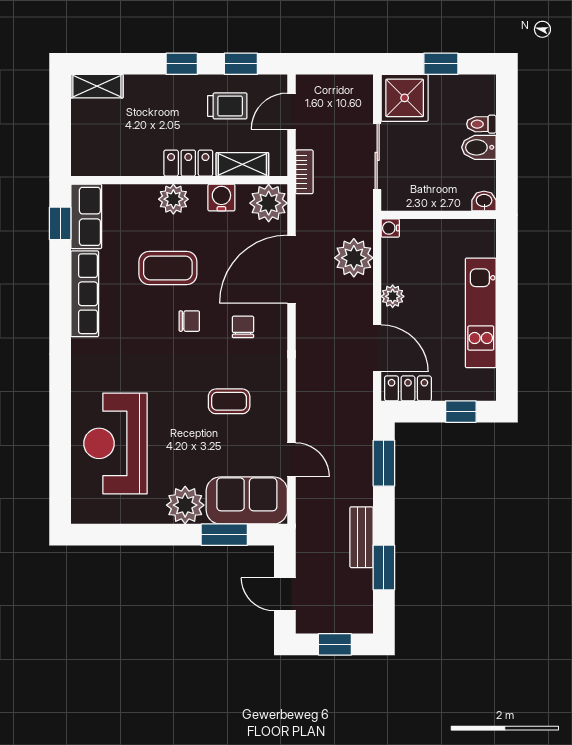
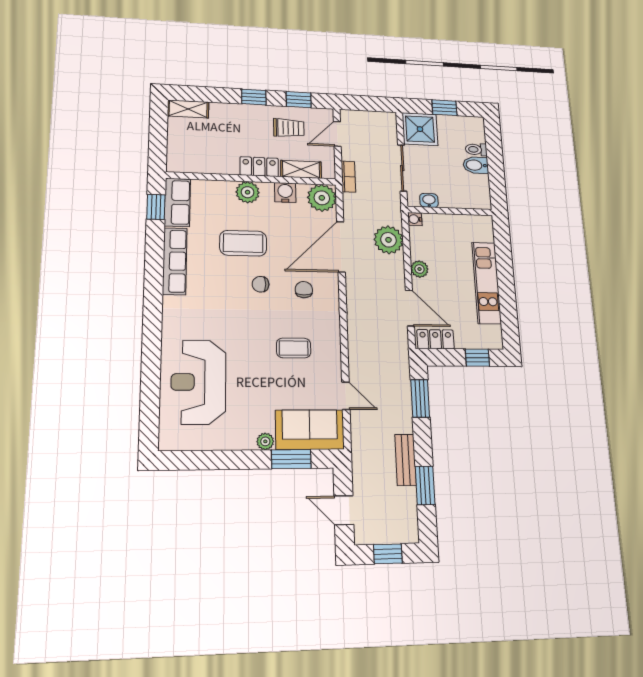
washbasin: (484, 201) -> (429, 200), moved
chair: (189, 321) -> (261, 284), turned 180
plant: (185, 505) -> (265, 441), width x0.53, depth x0.53

